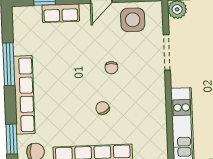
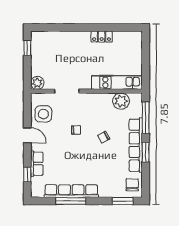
row of seats: (24, 95) -> (71, 191), moved
plant: (155, 131) -> (121, 101), added

